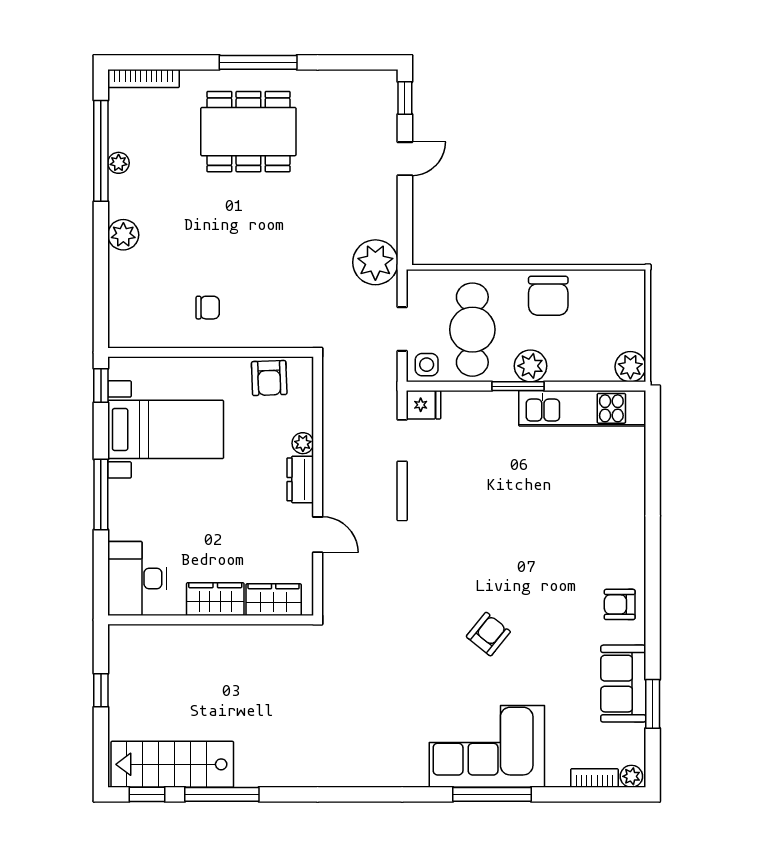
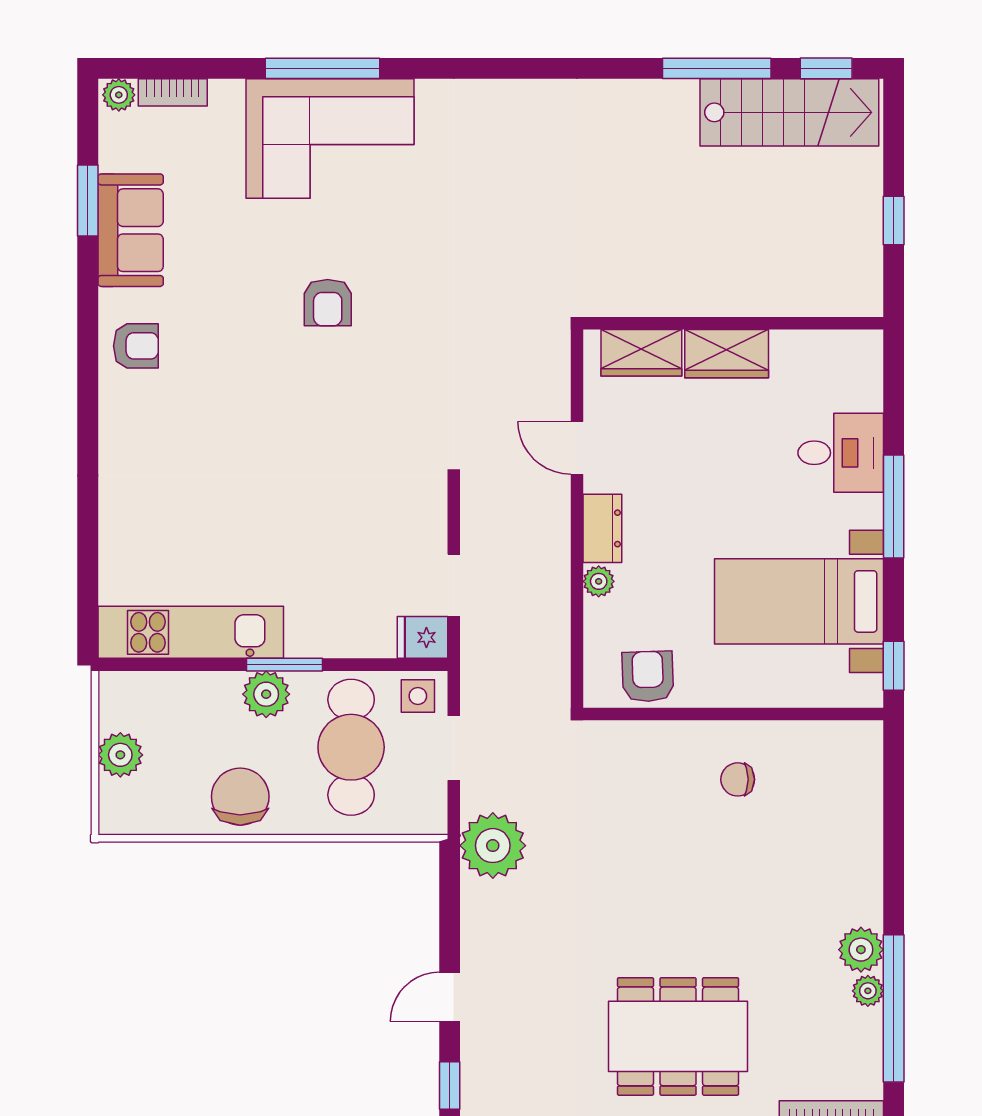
plant: (123, 235) -> (861, 950), moved
plant: (630, 367) -> (120, 755), moved
desk: (137, 578) -> (841, 453), moved, width x0.73
armchair: (488, 634) -> (328, 303), turned -39

